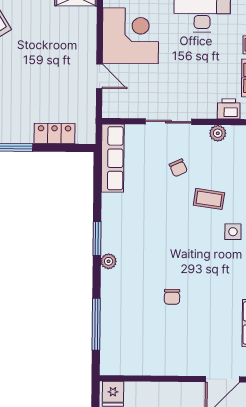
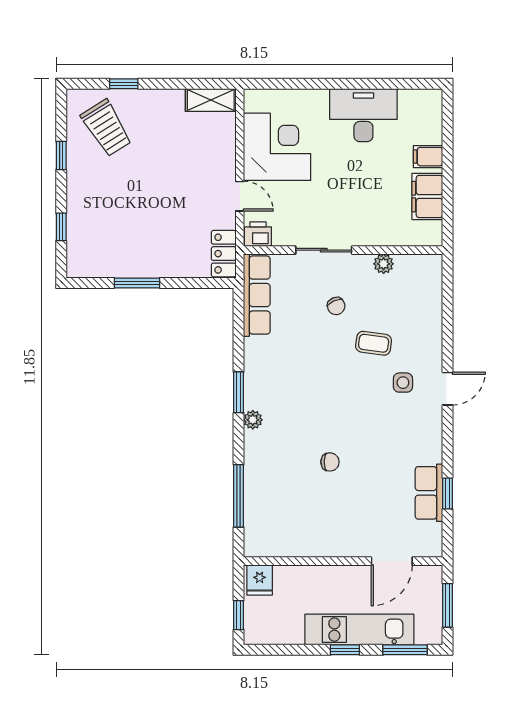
printer: (229, 109) -> (258, 234), moved
locker: (55, 133) -> (224, 254), moved, turned -90
chair: (172, 297) -> (330, 462), turned -90

